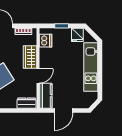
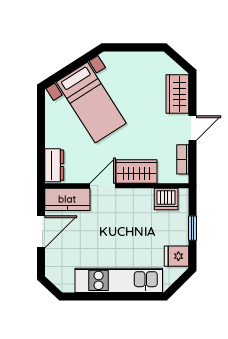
door: (38, 76) -> (103, 186), swing flipped
door: (64, 110) -> (41, 232), swing flipped

